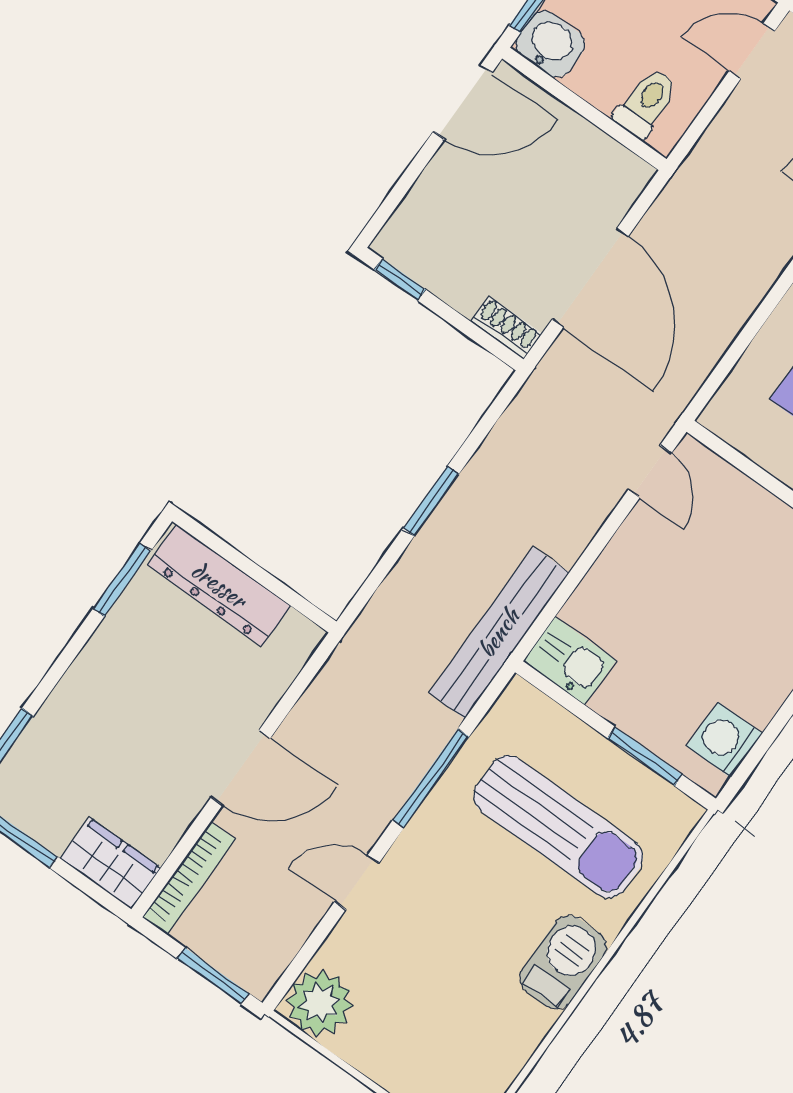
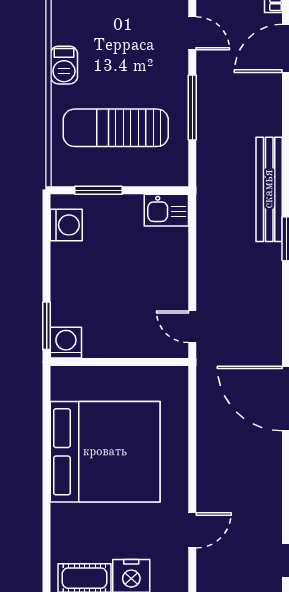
bench: (499, 633) -> (269, 189), moved
door: (357, 882) -> (192, 33), hinge flipped
barbecue: (563, 962) -> (64, 65), width x0.73, depth x0.79

